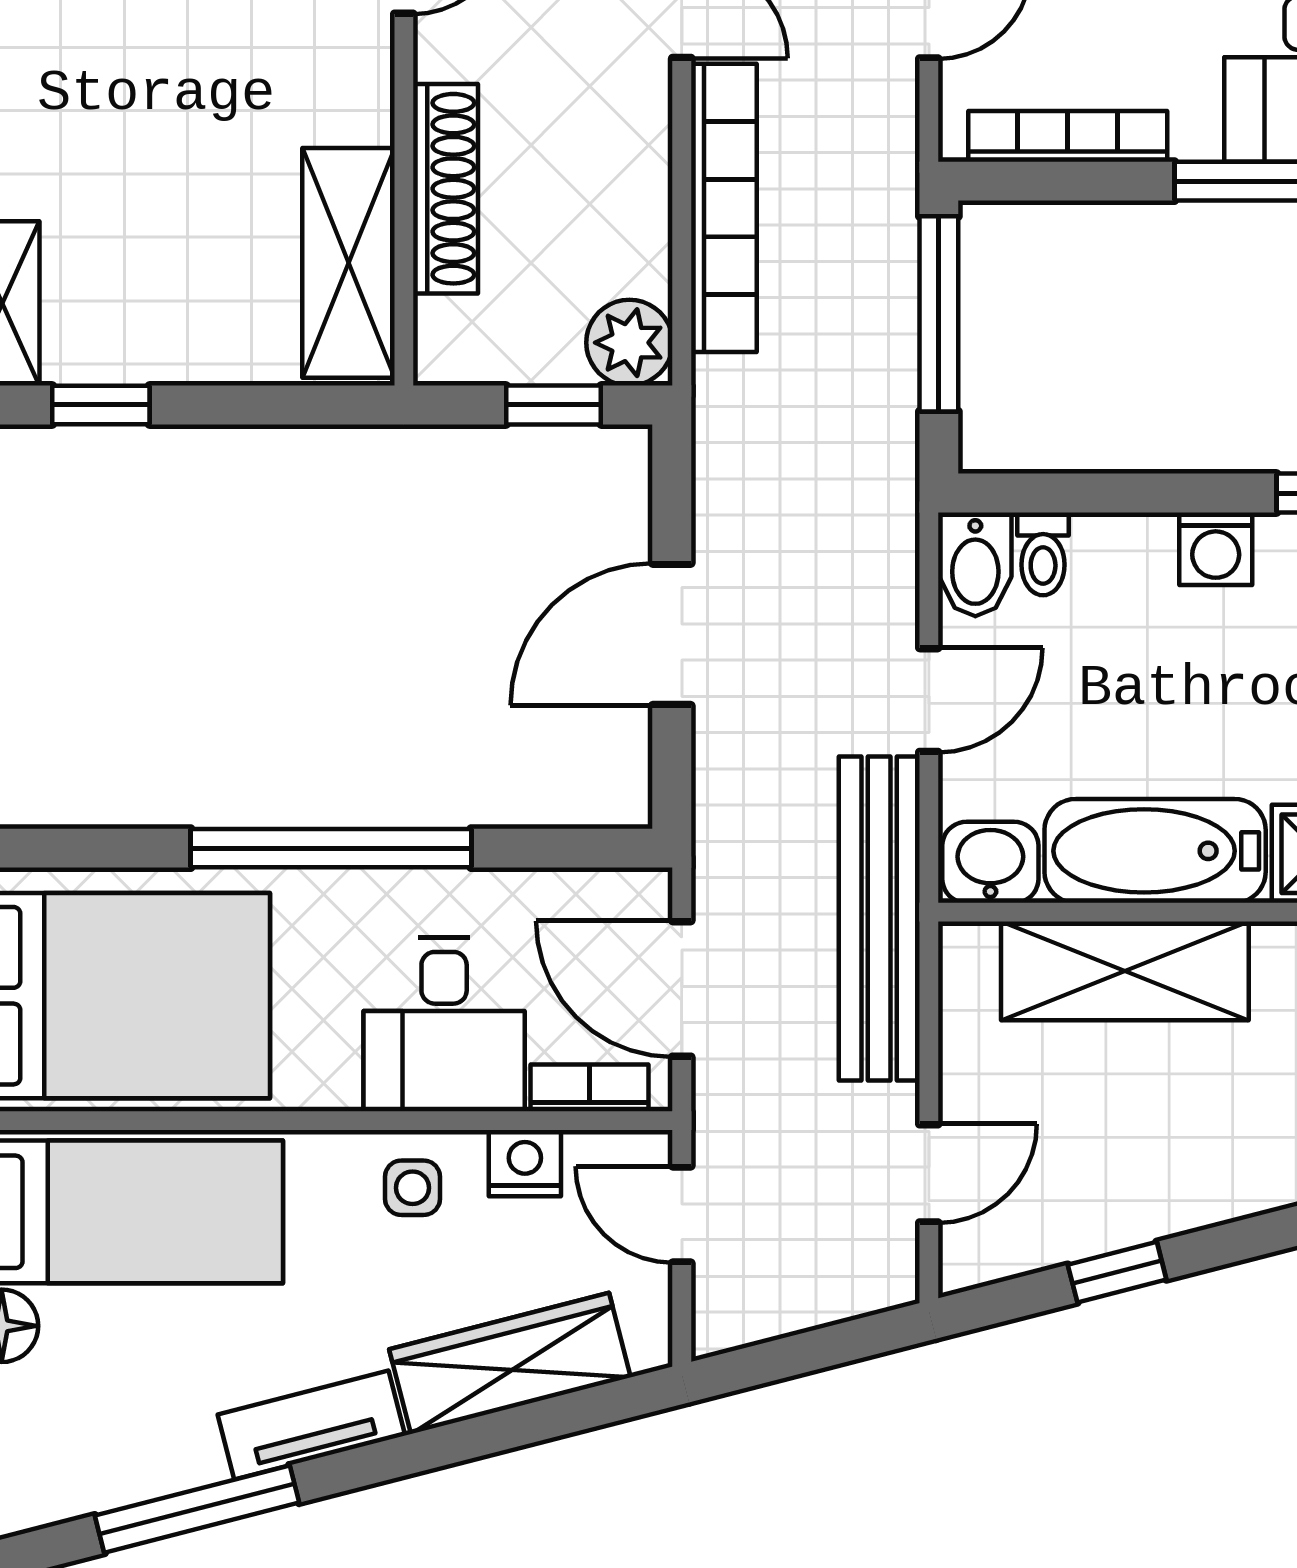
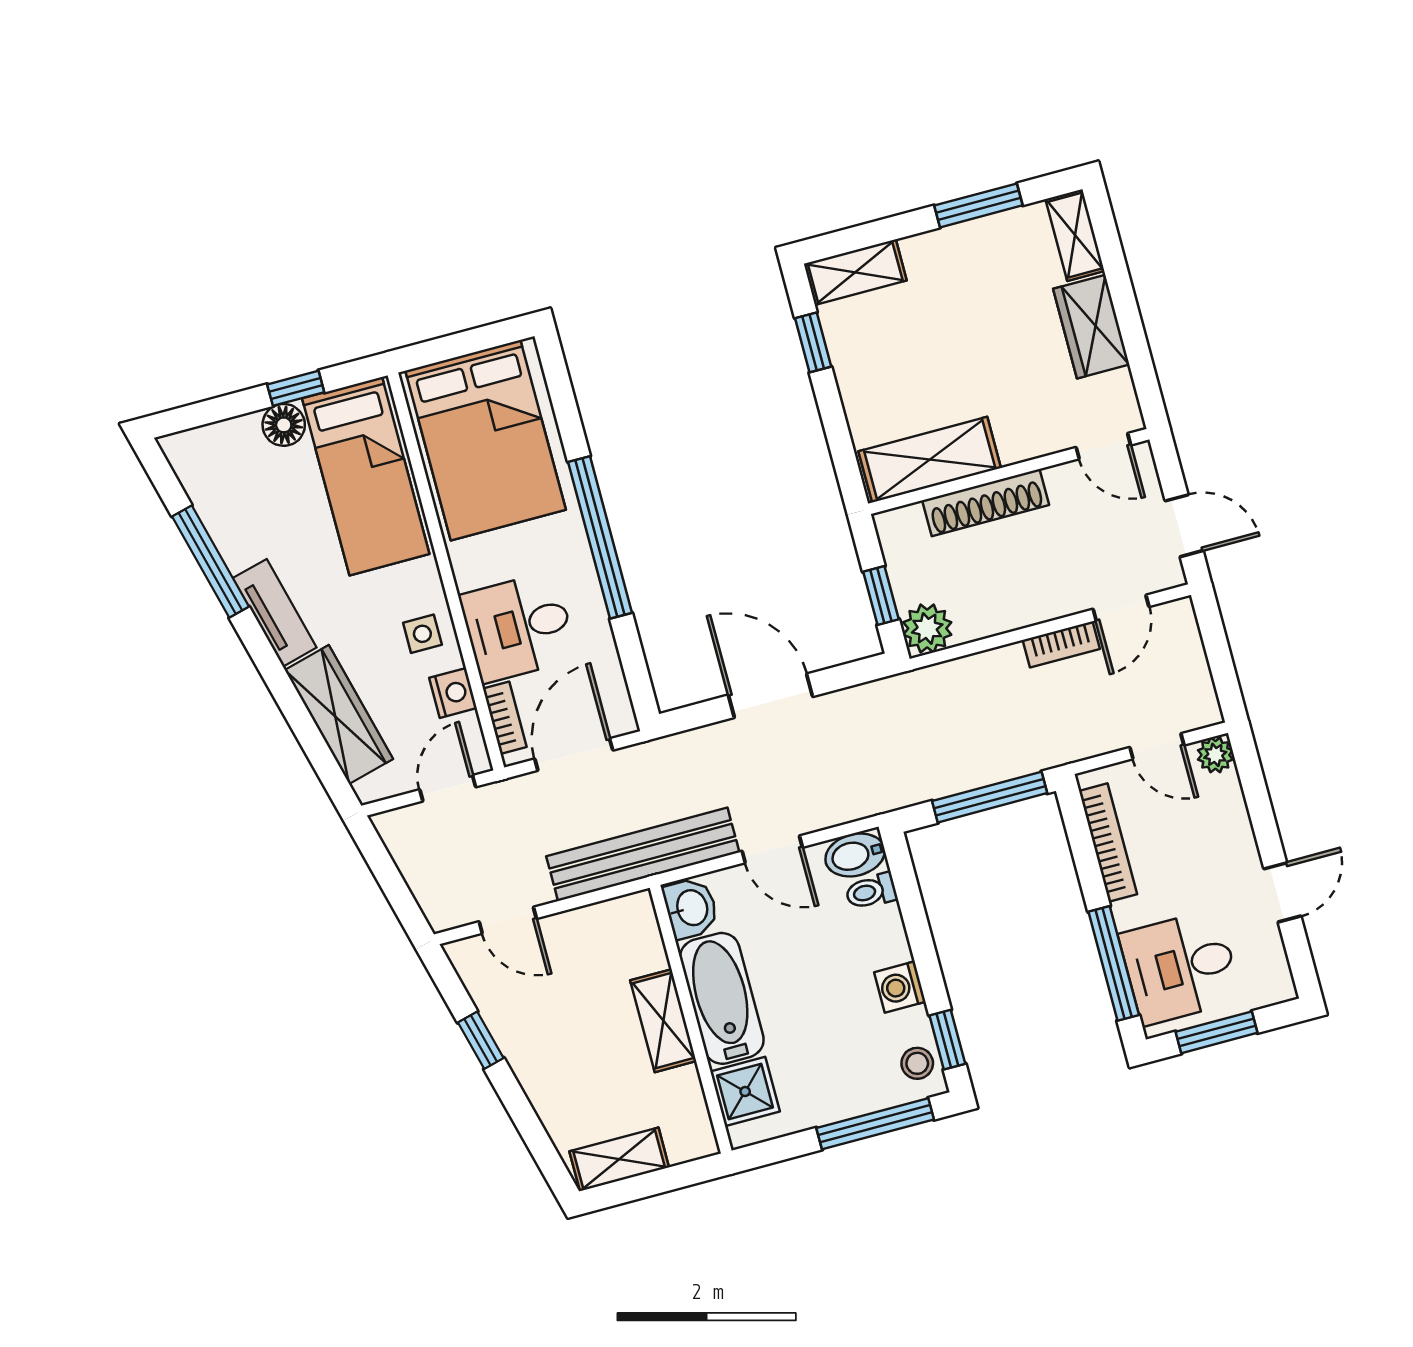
bookcase: (724, 208) -> (1061, 644), width x0.43, depth x0.76
shelving: (1125, 971) -> (663, 1021), width x0.67, depth x0.75

